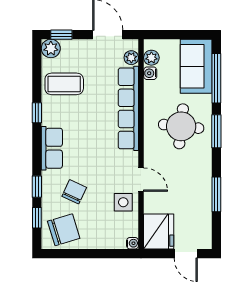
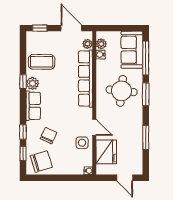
plant: (51, 48) -> (32, 83), moved
fridge: (159, 231) -> (106, 152), moved

